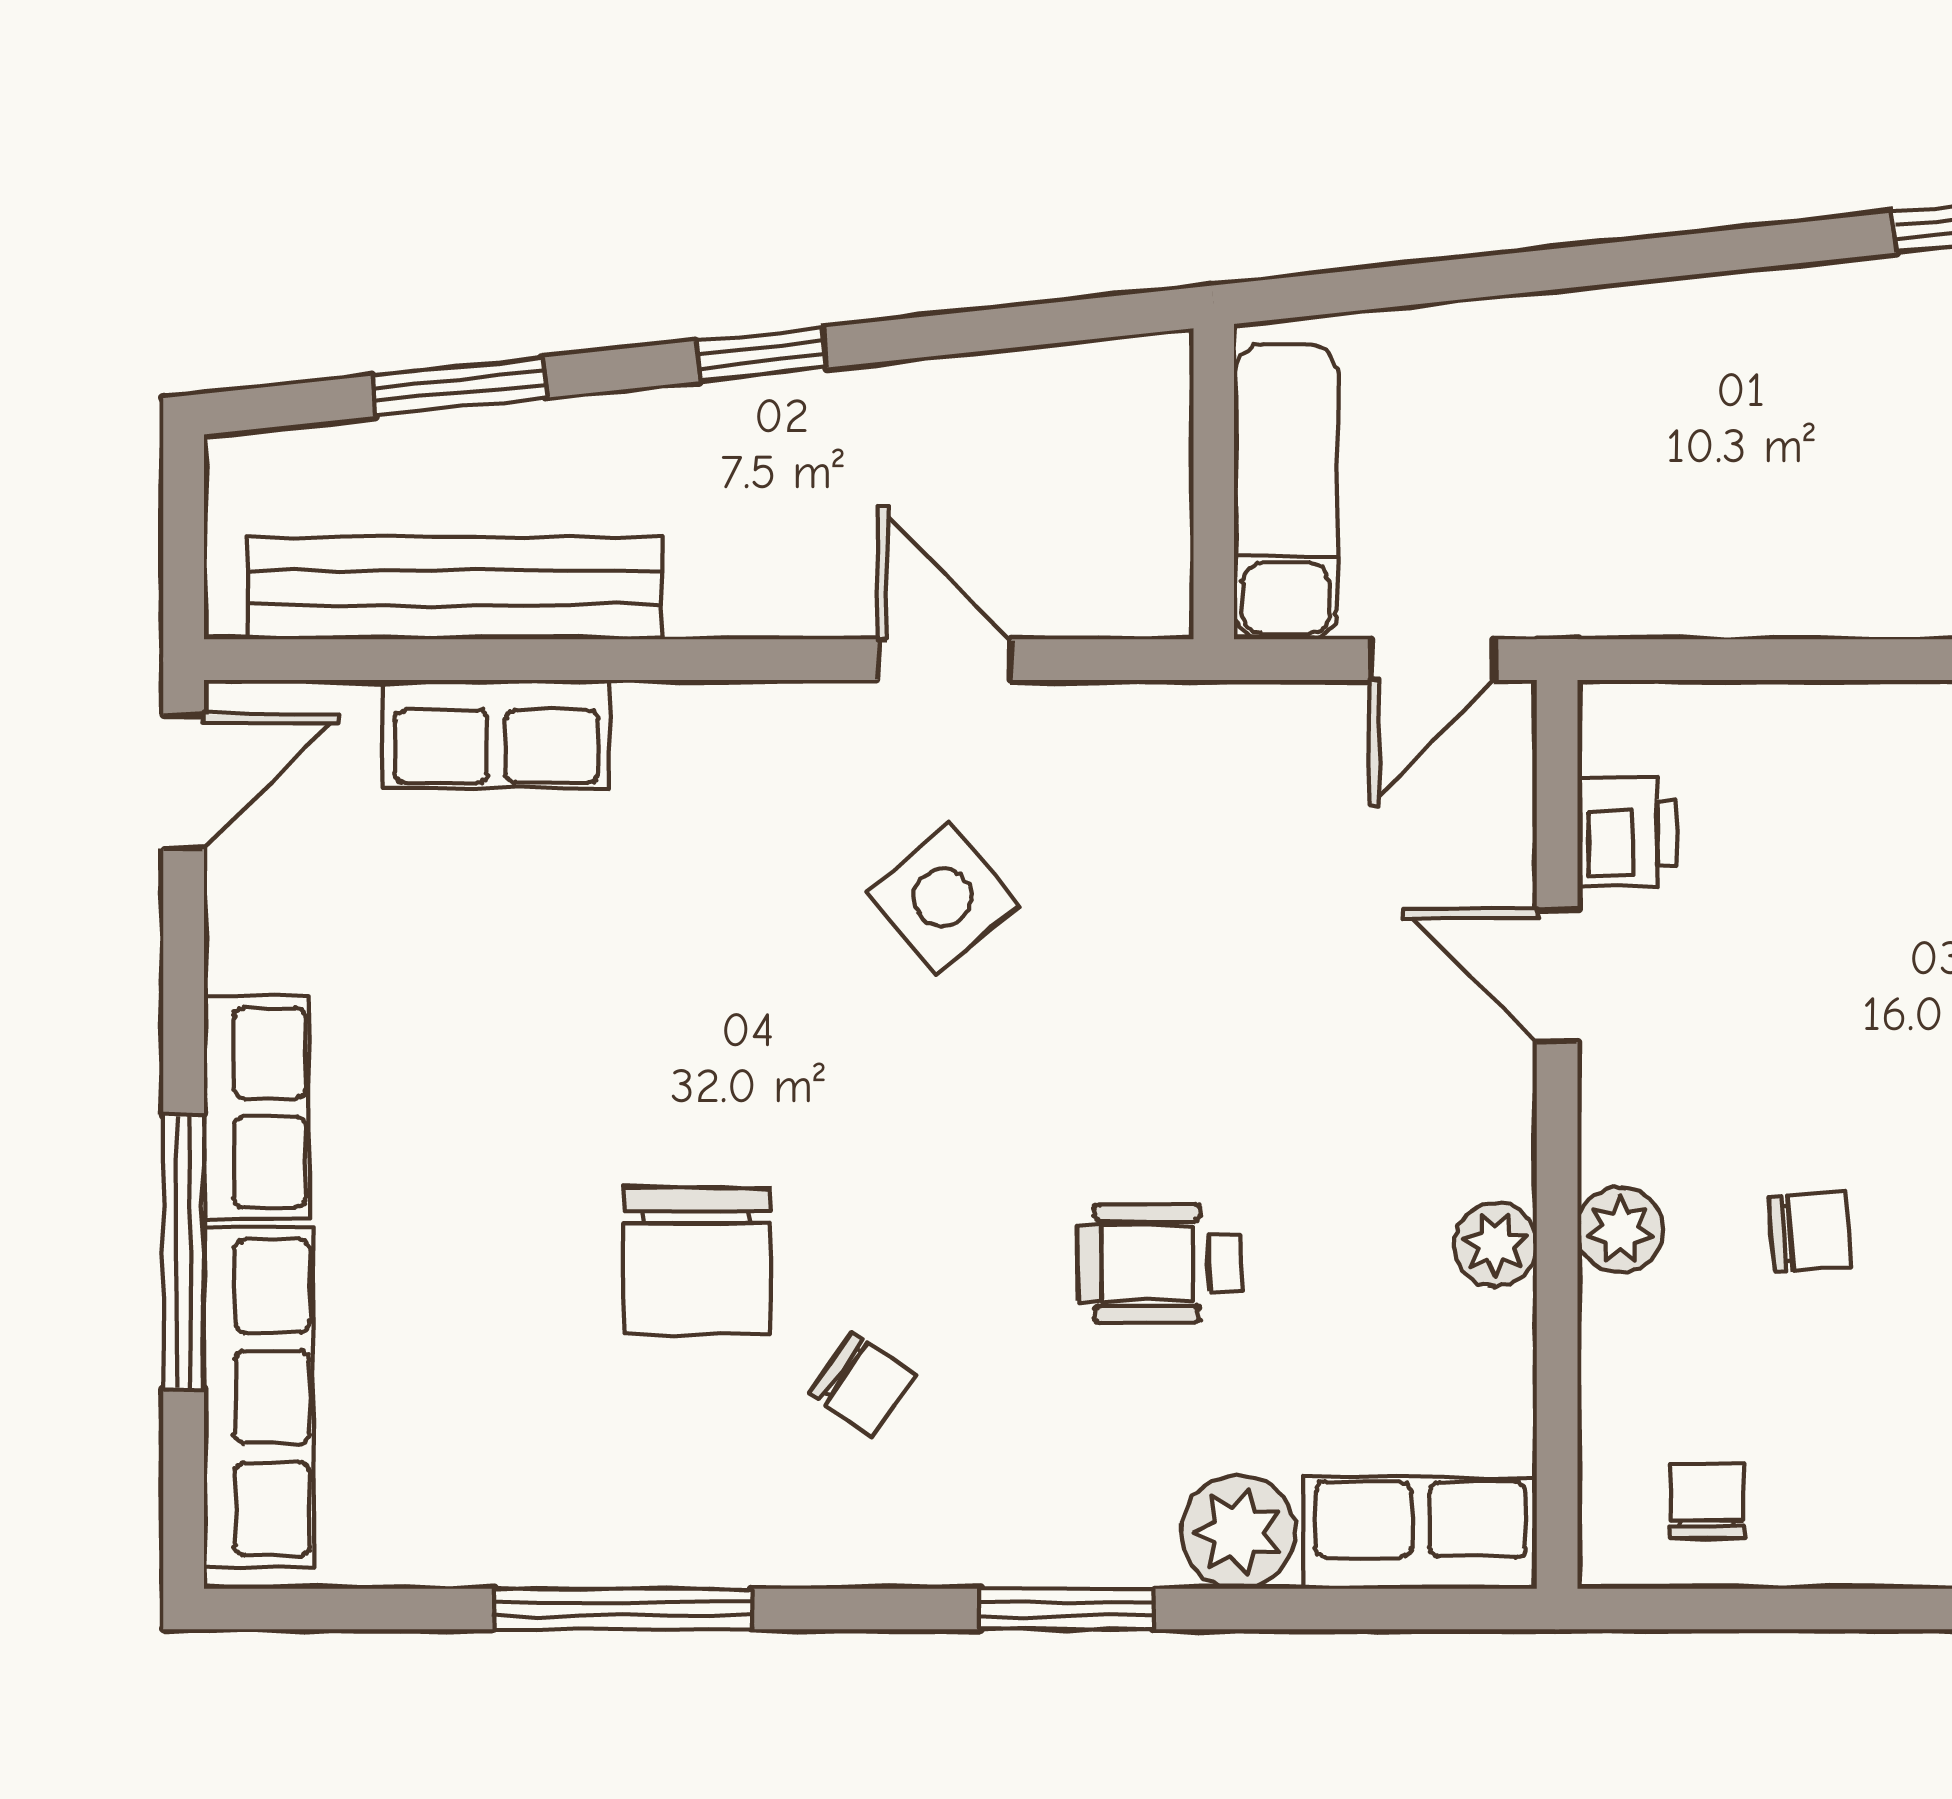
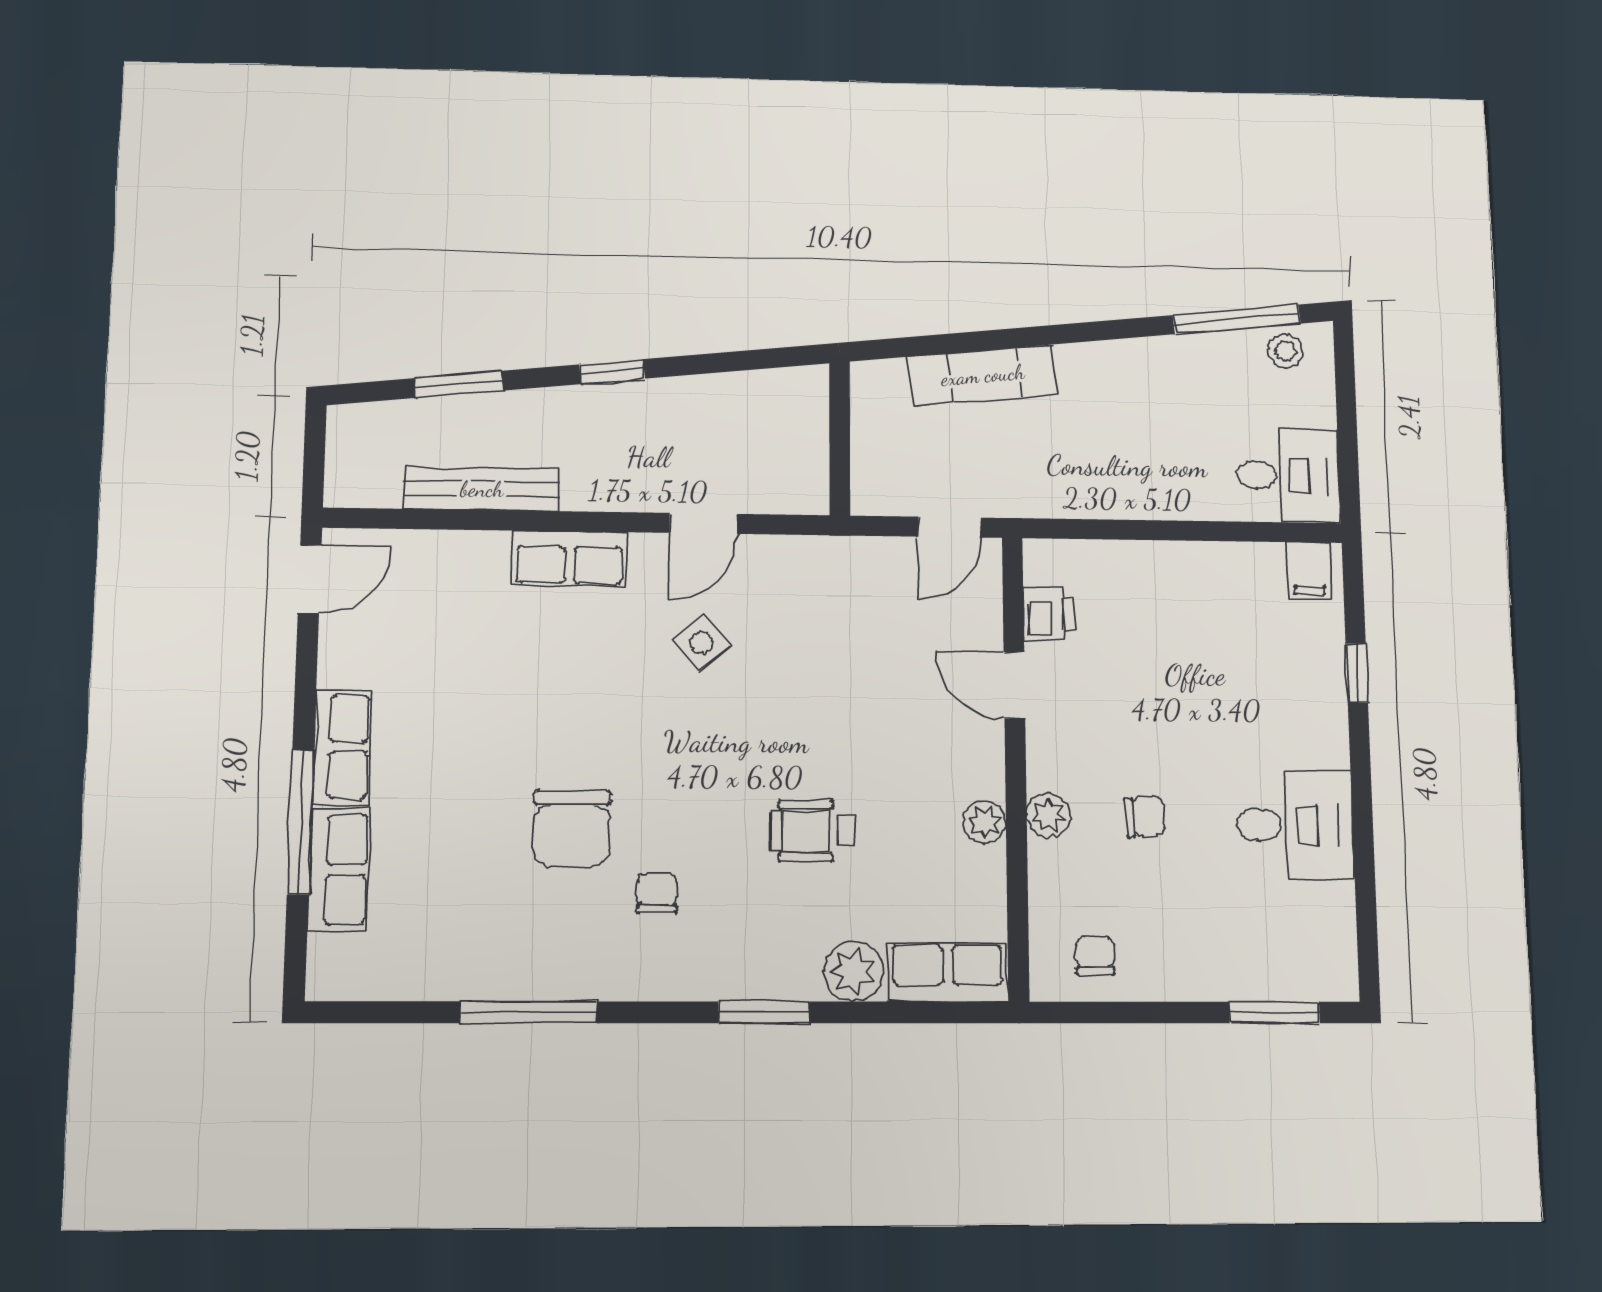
exam couch: (1286, 492) -> (983, 375), moved, turned 84
bench: (454, 588) -> (482, 489), width x0.73, depth x0.82
door: (945, 660) -> (703, 523), swing flipped
row of seats: (496, 734) -> (570, 558), moved
side table: (942, 898) -> (701, 643), width x0.73, depth x0.73
chair: (862, 1385) -> (657, 893), turned -125
row of seats: (259, 1397) -> (339, 870), width x0.68

